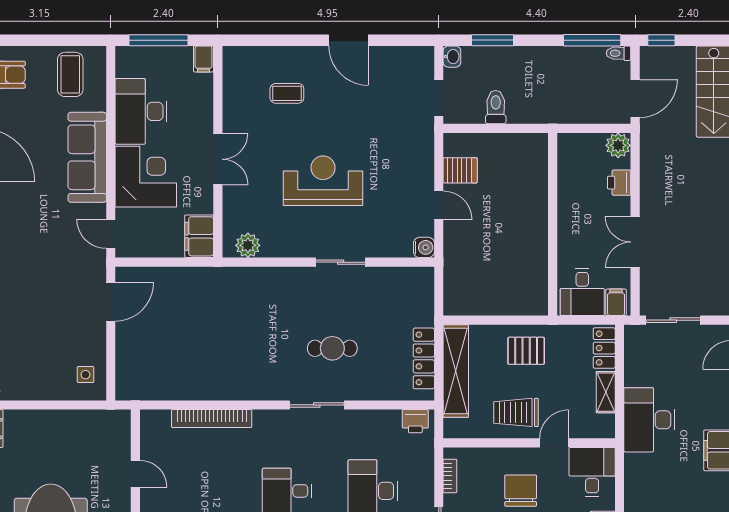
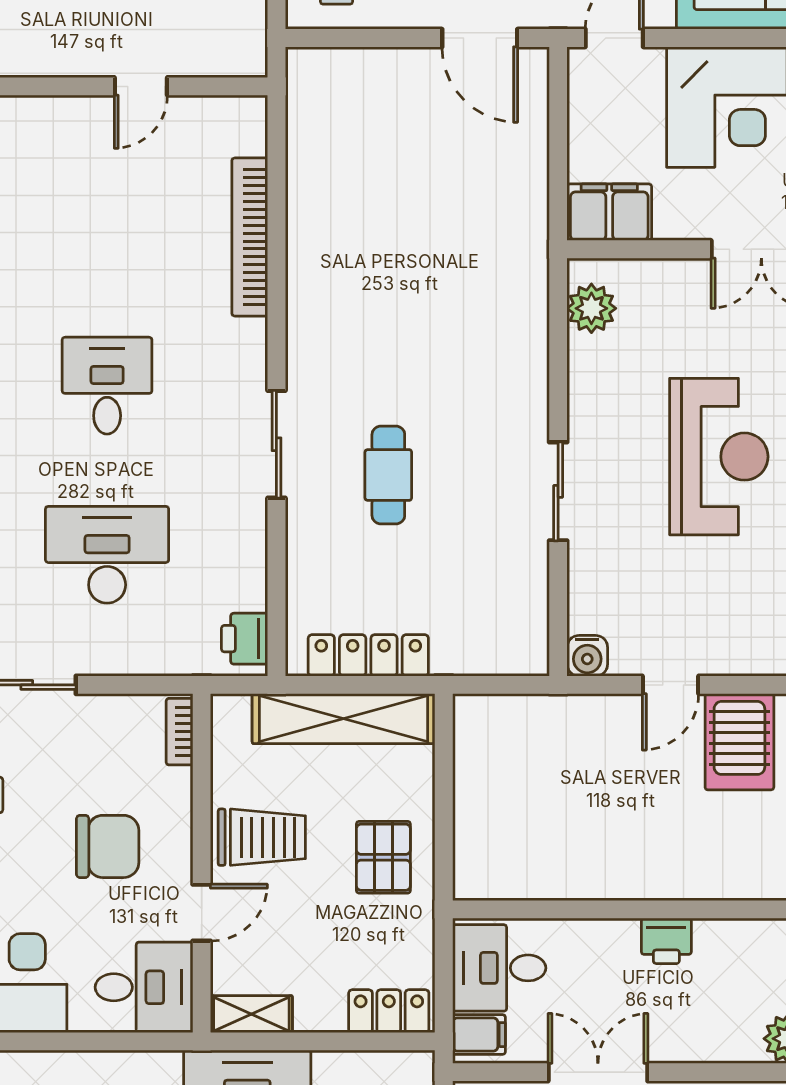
server rack: (460, 170) -> (739, 742), width x1.36, depth x1.44
printer: (619, 183) -> (666, 941), moved, turned 180
shelving: (606, 392) -> (251, 1014), moved
trolley: (516, 412) -> (262, 837), turned 90
door: (554, 443) -> (202, 913), hinge flipped
bookcase: (450, 476) -> (180, 732), moved, turned 90

